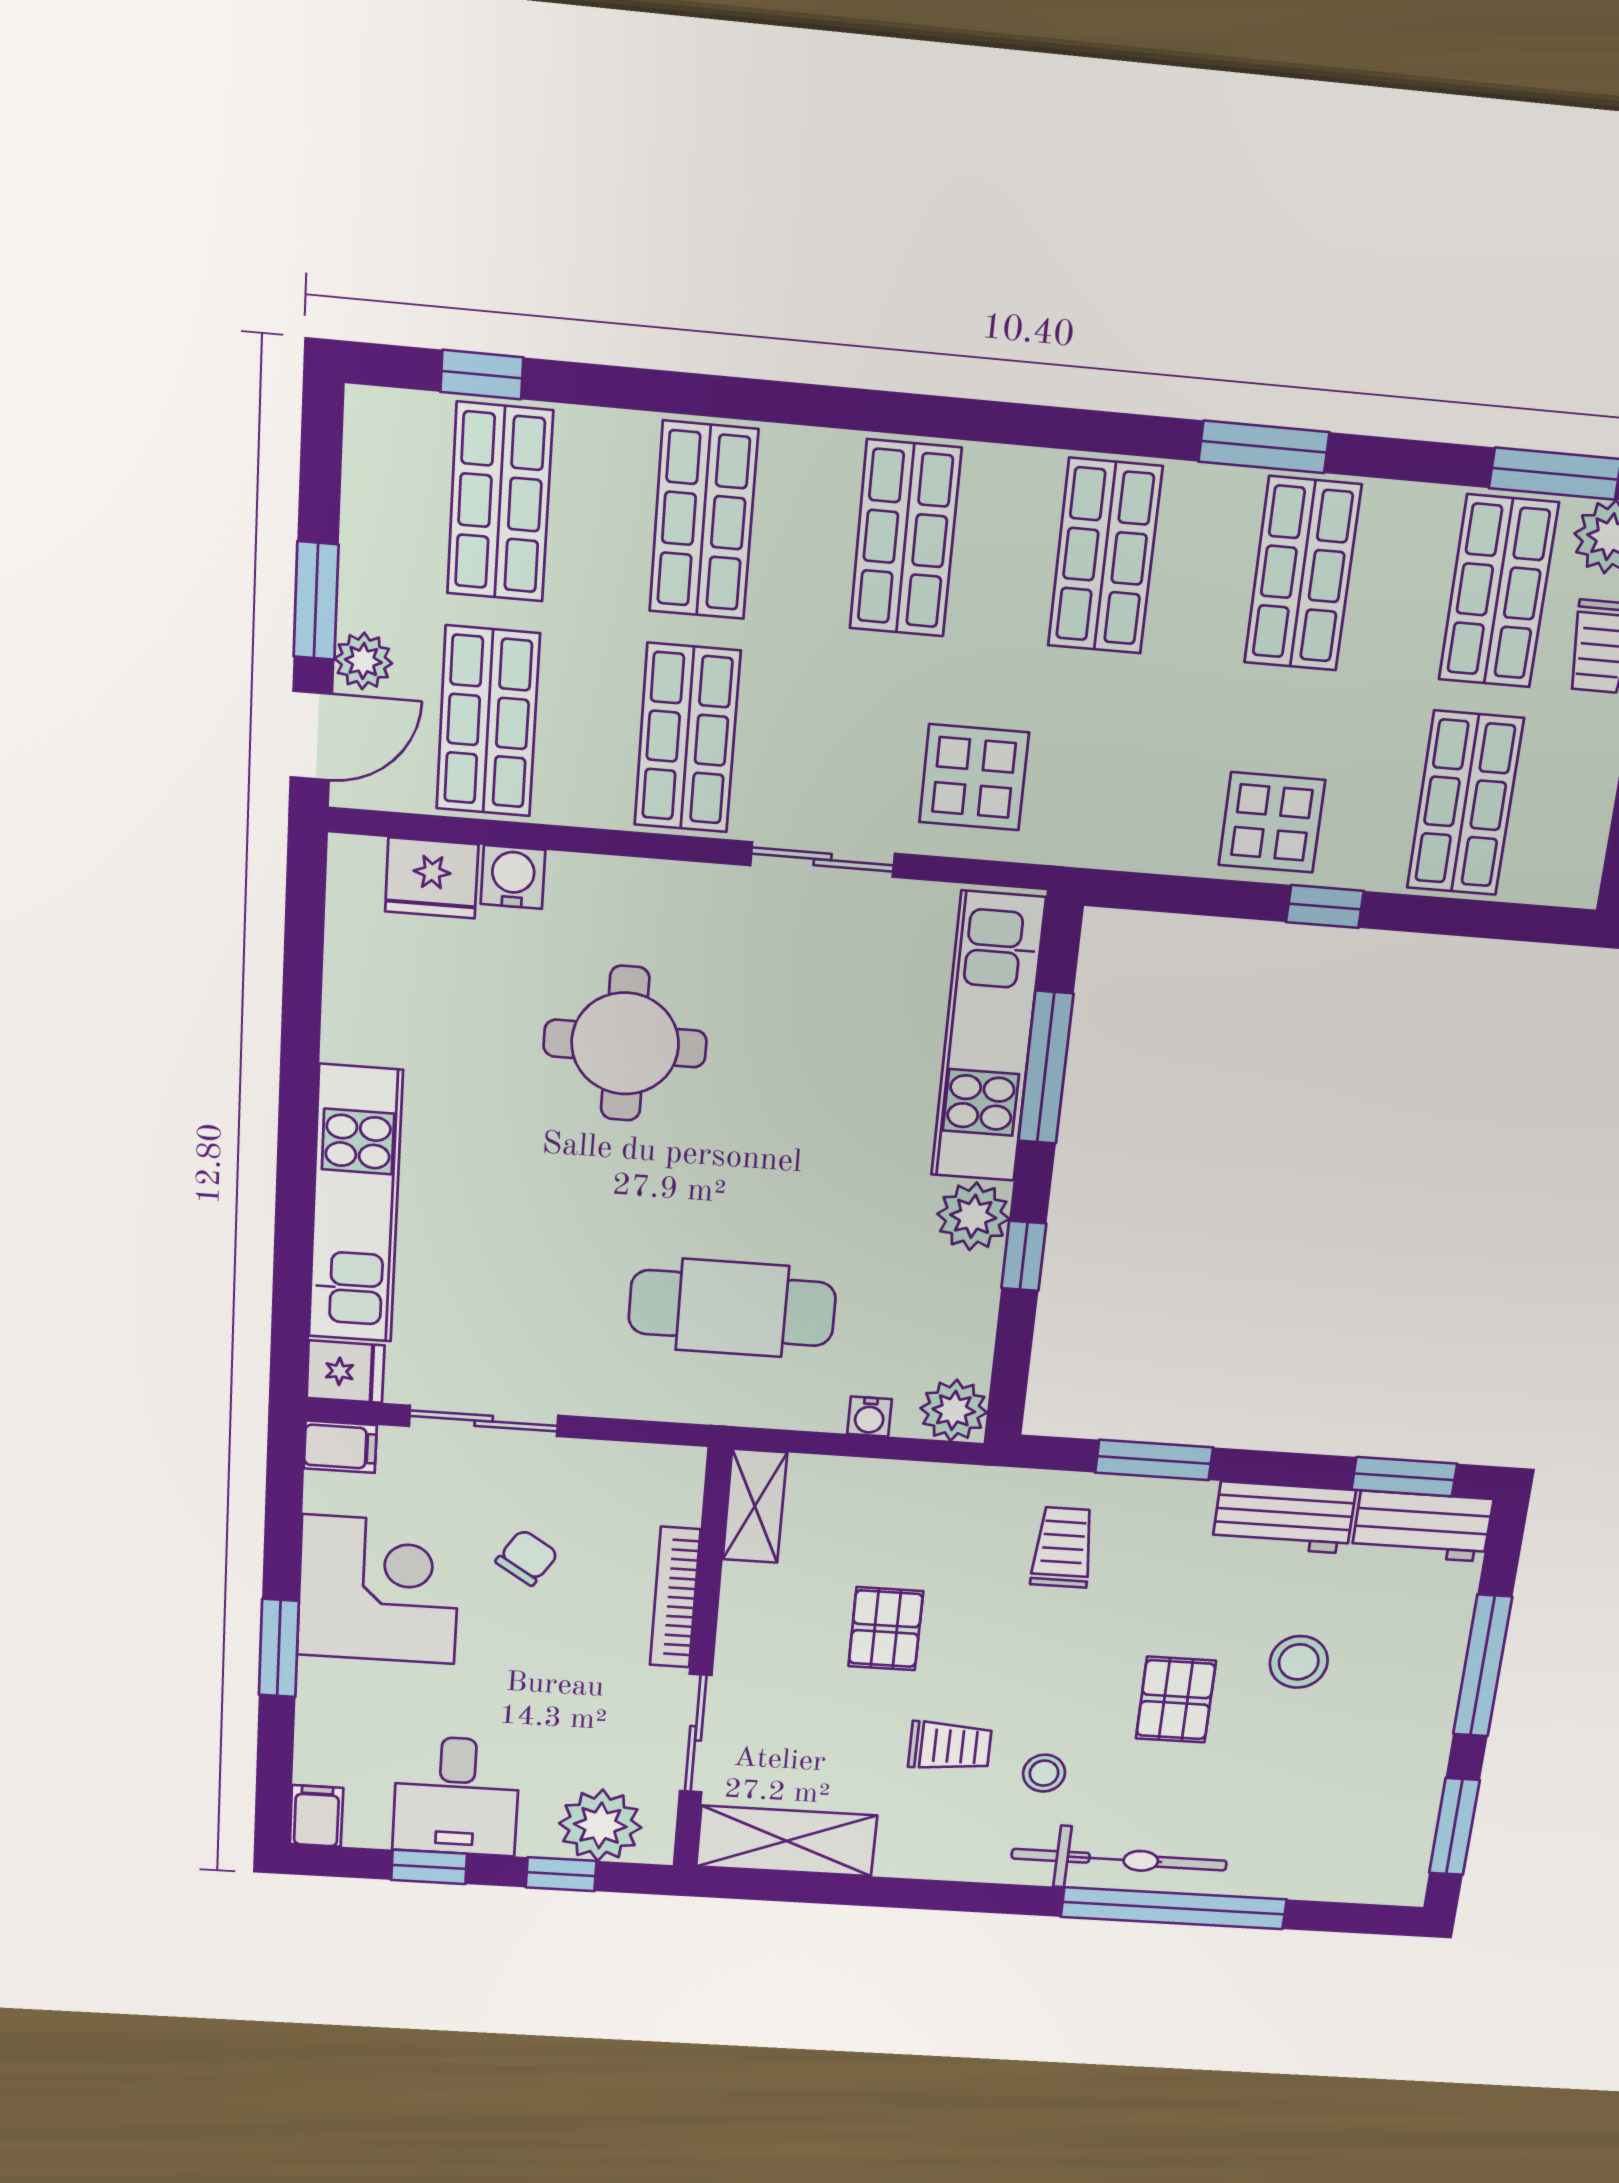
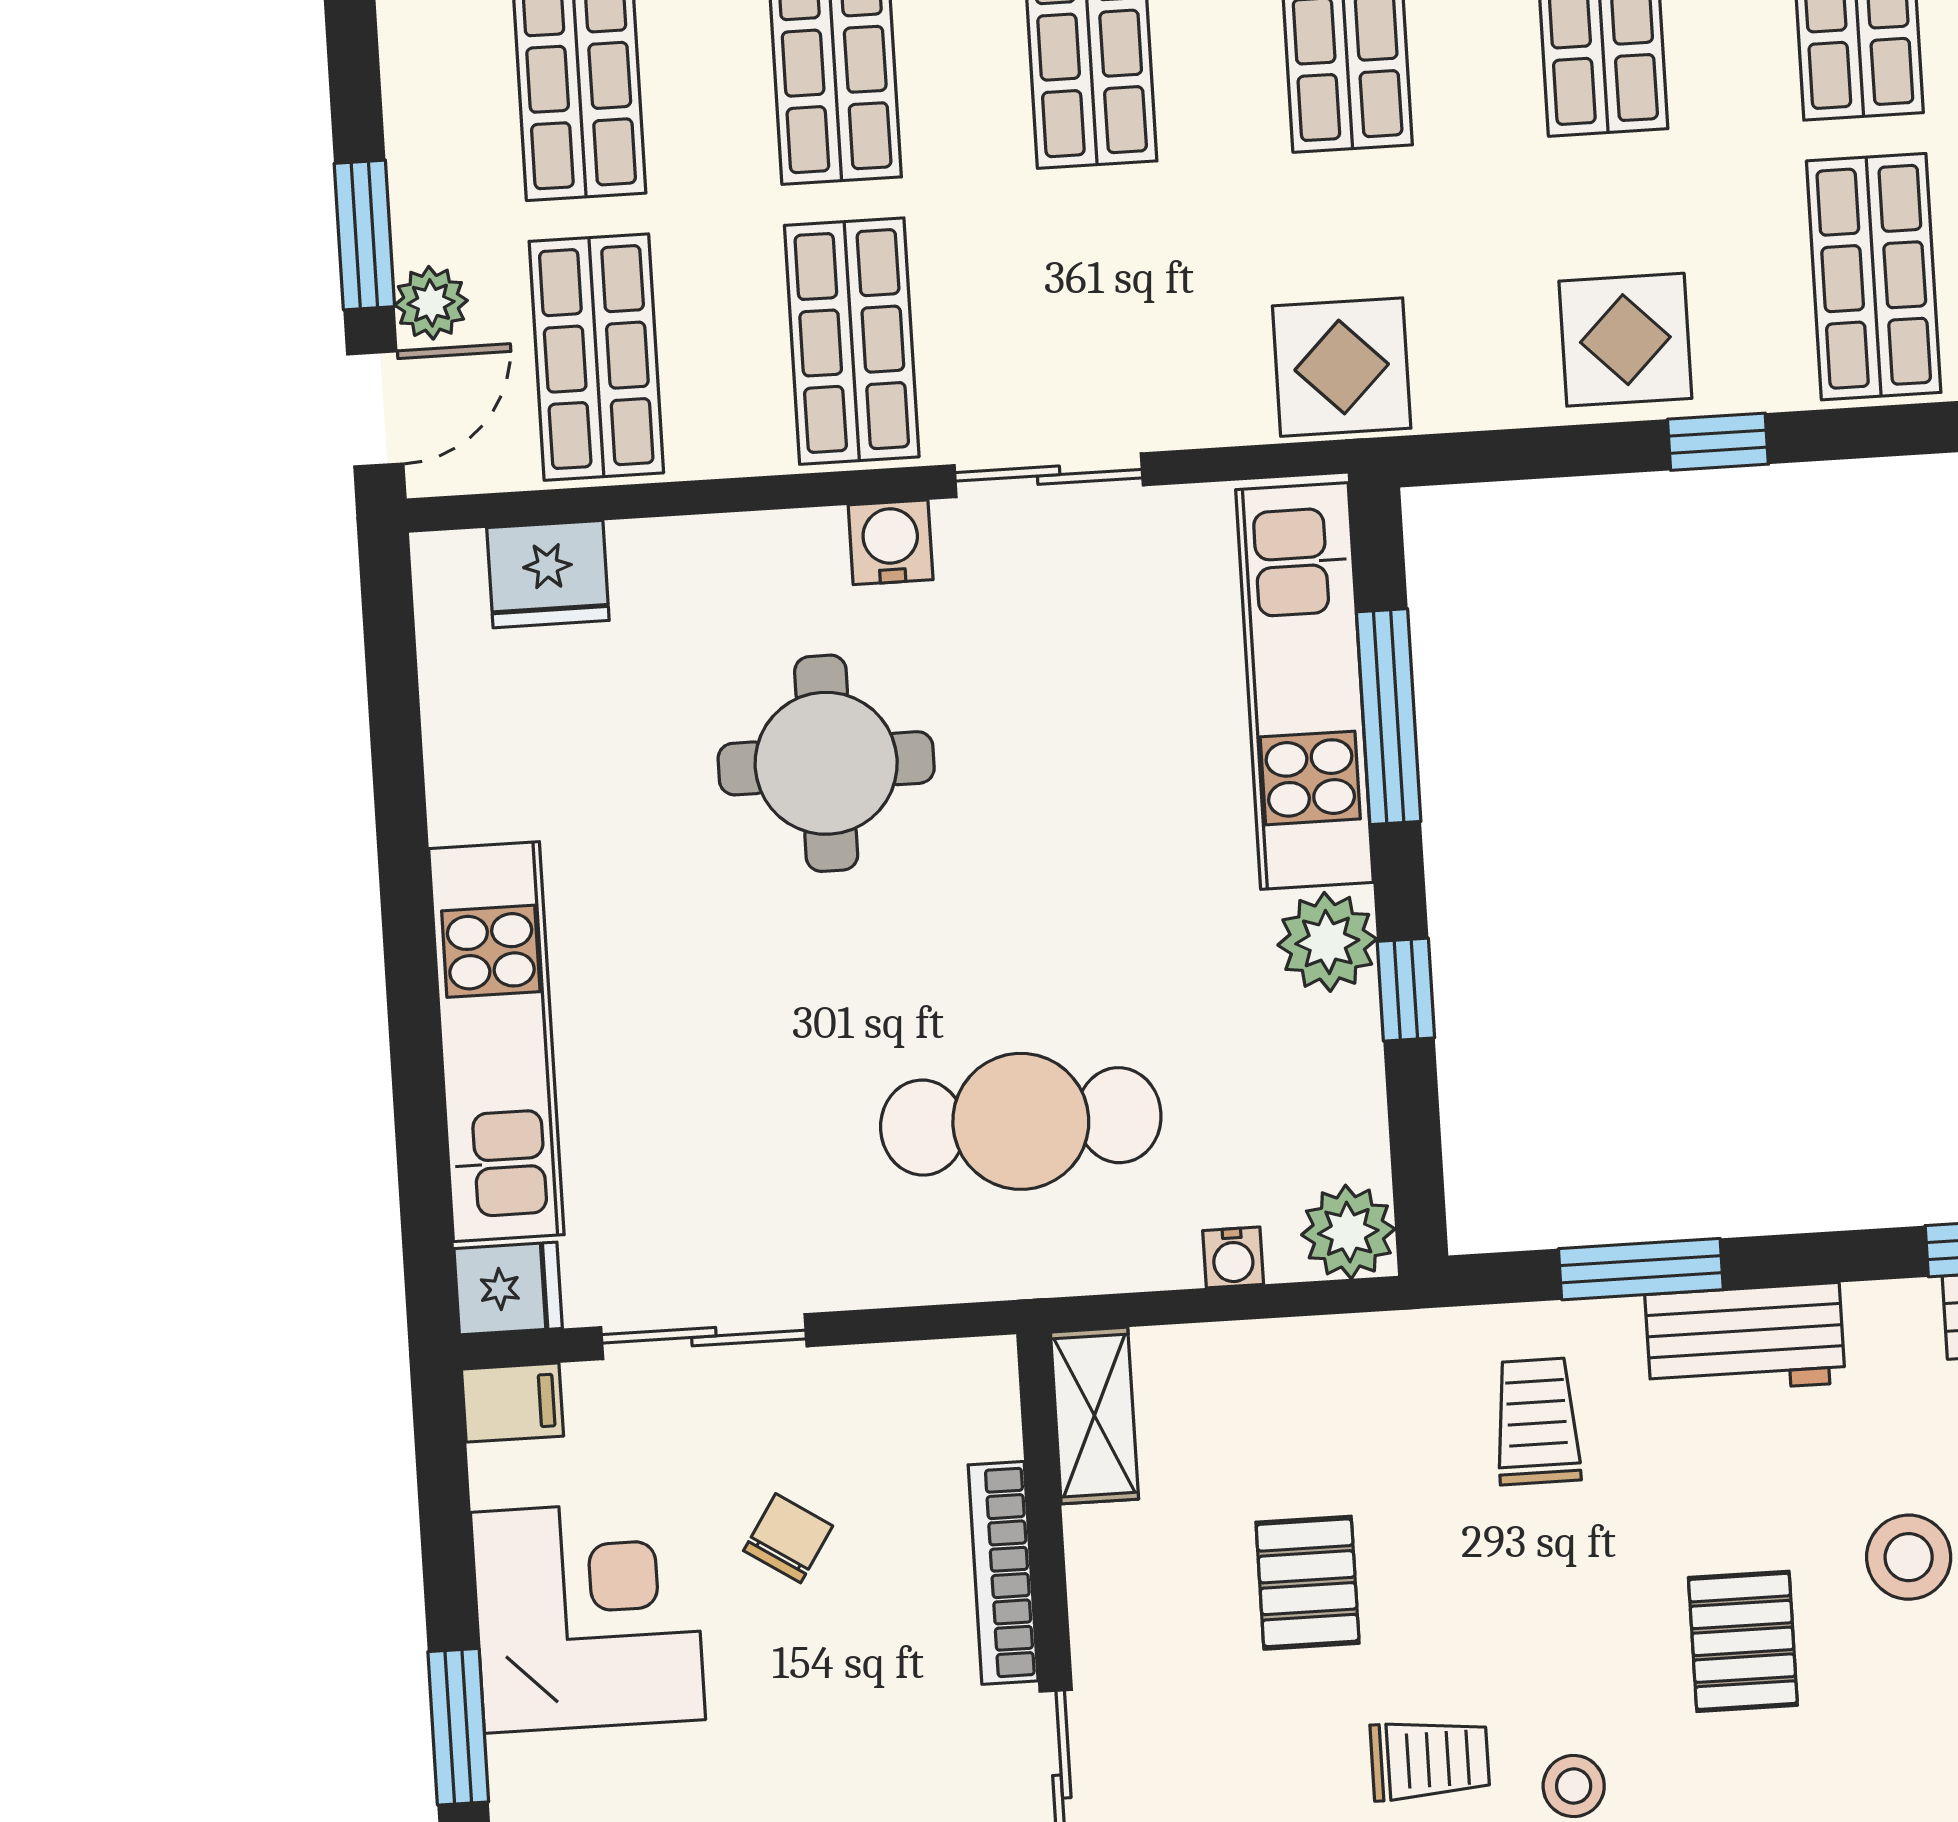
display table: (974, 777) -> (1342, 367), moved
water cooler: (513, 877) -> (891, 542), moved
workbench: (1284, 1517) -> (1745, 1339), moved

